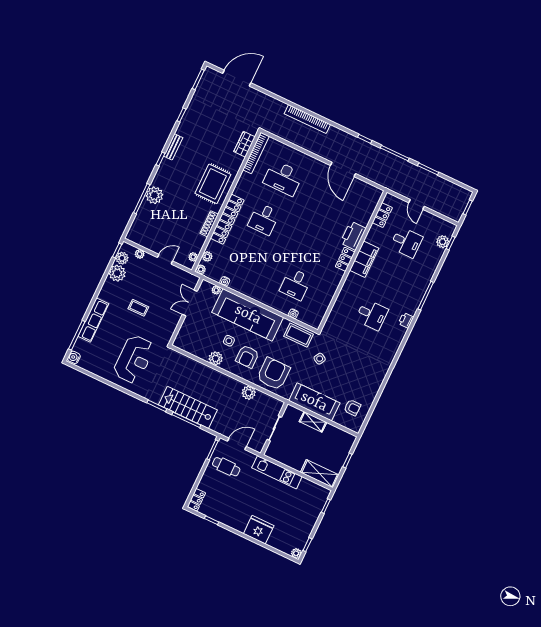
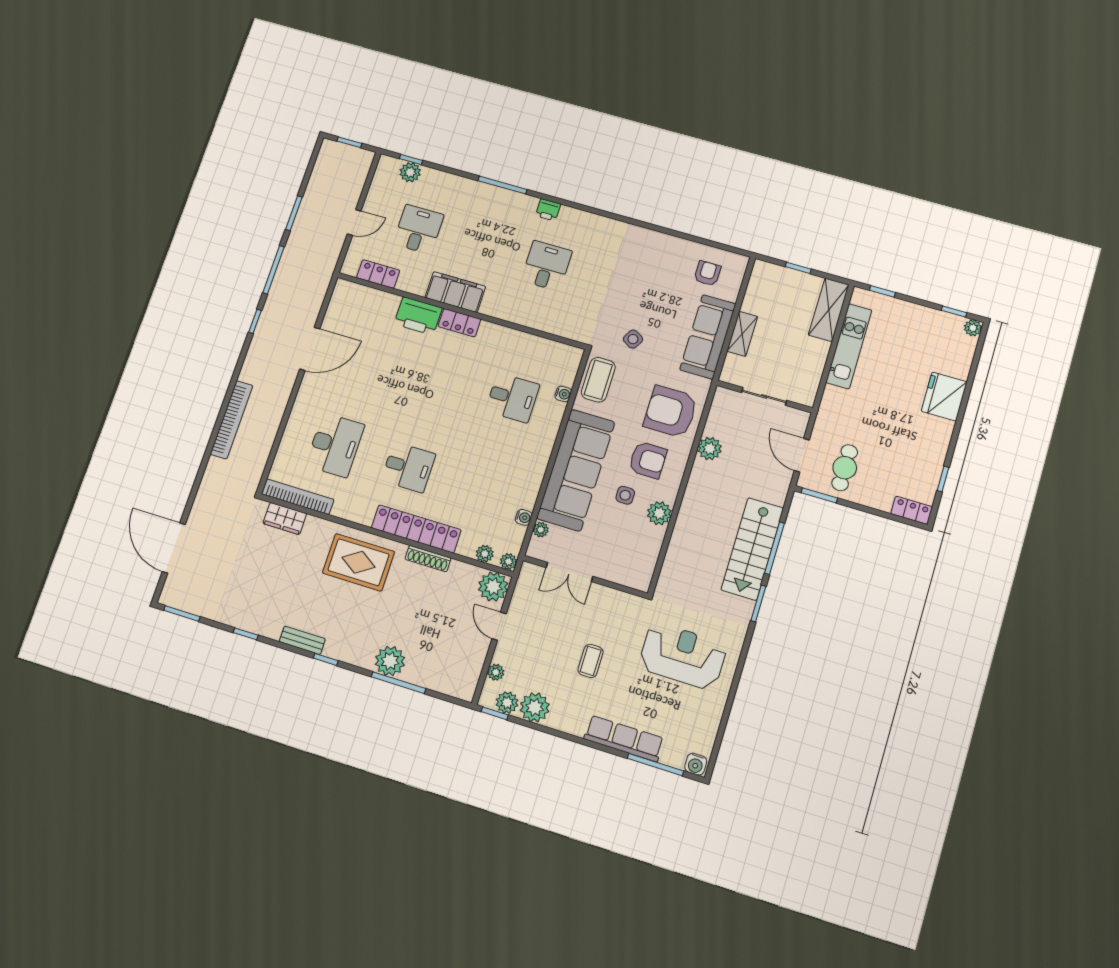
plant: (193, 257) -> (493, 587), width x1.88, depth x1.88
kitchen unit: (277, 472) -> (849, 346), moved

